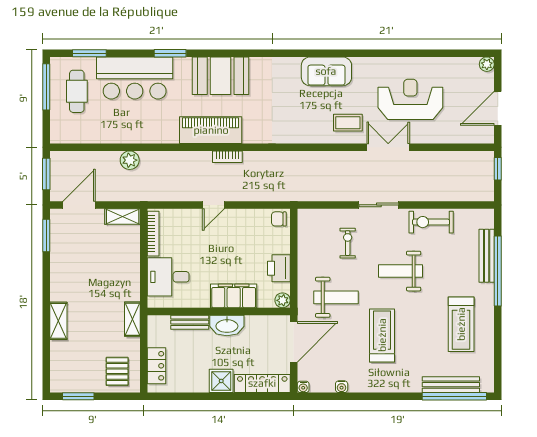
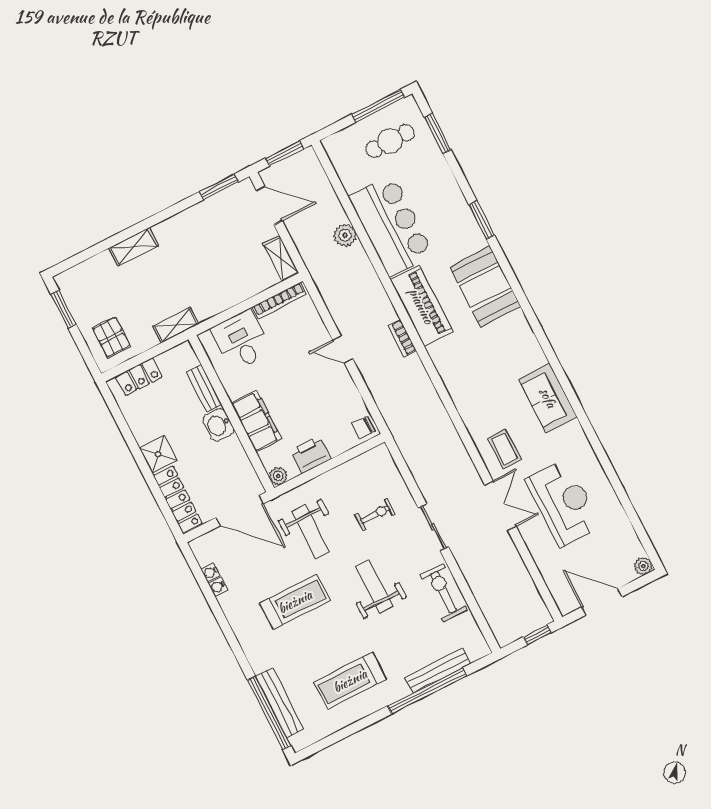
bar counter: (135, 78) -> (391, 226), moved, turned 180
chair: (279, 219) -> (363, 427), turned -90
washbasin: (227, 325) -> (218, 425), width x0.72
pallet: (117, 371) -> (112, 337), turned 90
water cooler: (303, 387) -> (210, 572), moved

